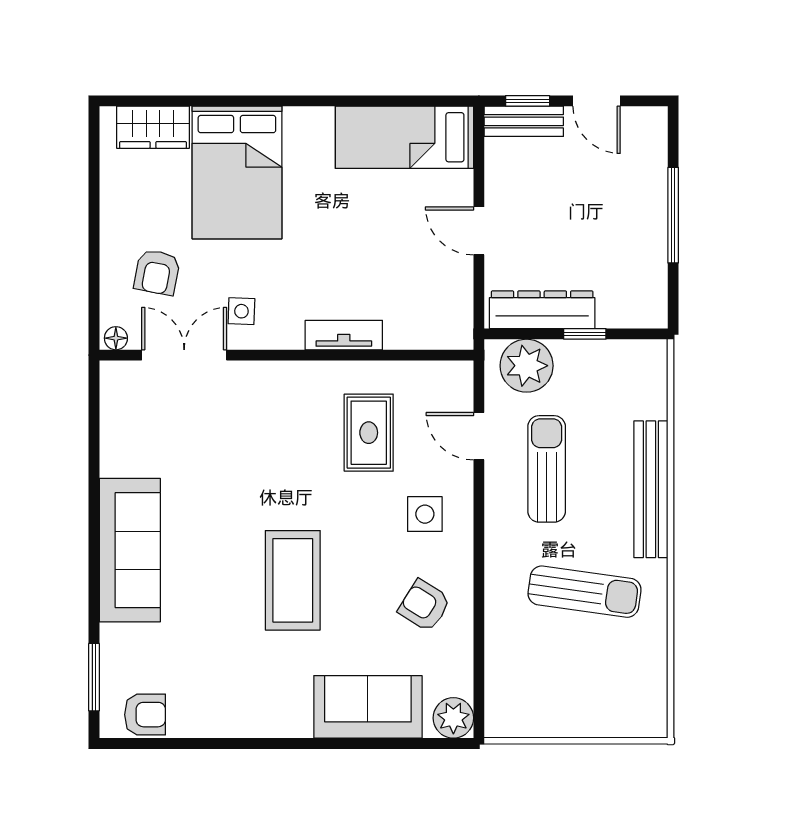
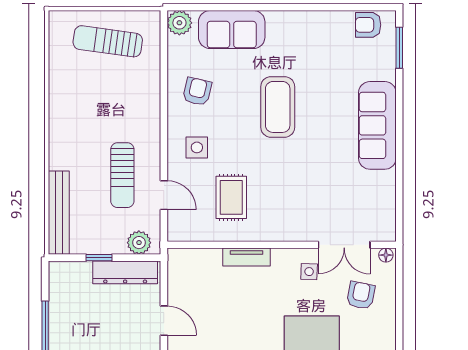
plant: (527, 366) -> (139, 243), width x0.73, depth x0.73
bench: (651, 489) -> (59, 213), moved
sun lounger: (584, 592) -> (108, 41), moved
armchair: (424, 605) -> (197, 92), turned -109

